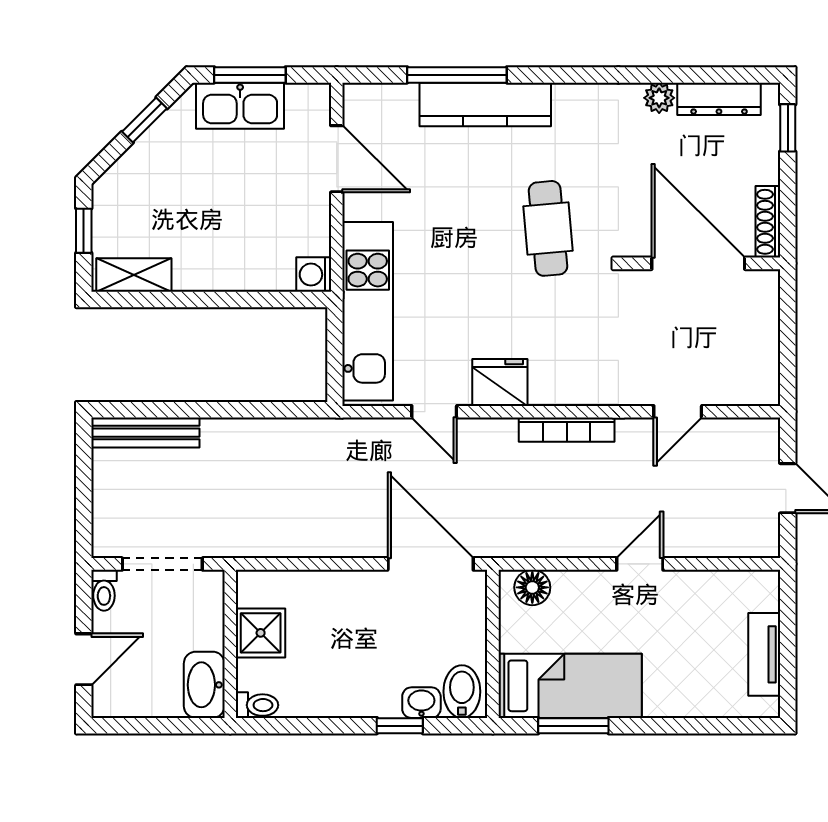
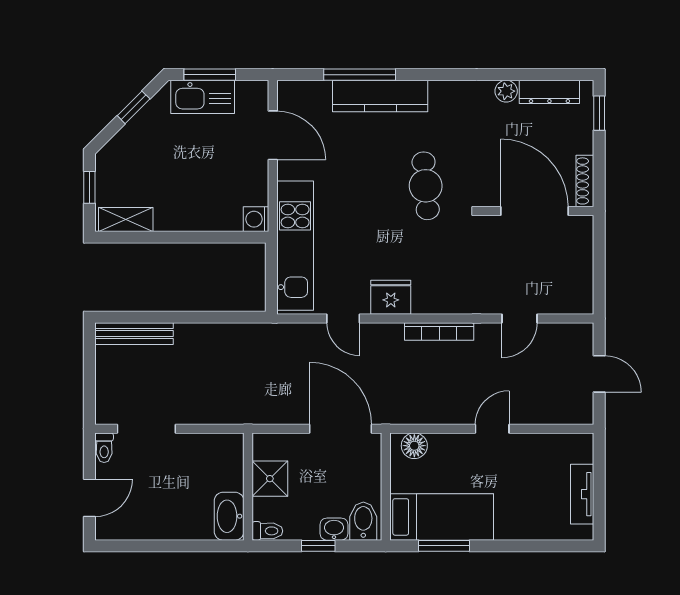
shower: (261, 633) -> (270, 479), moved
wall: (230, 644) -> (248, 487), moved
washbasin: (204, 685) -> (229, 516), moved
toilet: (257, 705) -> (267, 531), moved

